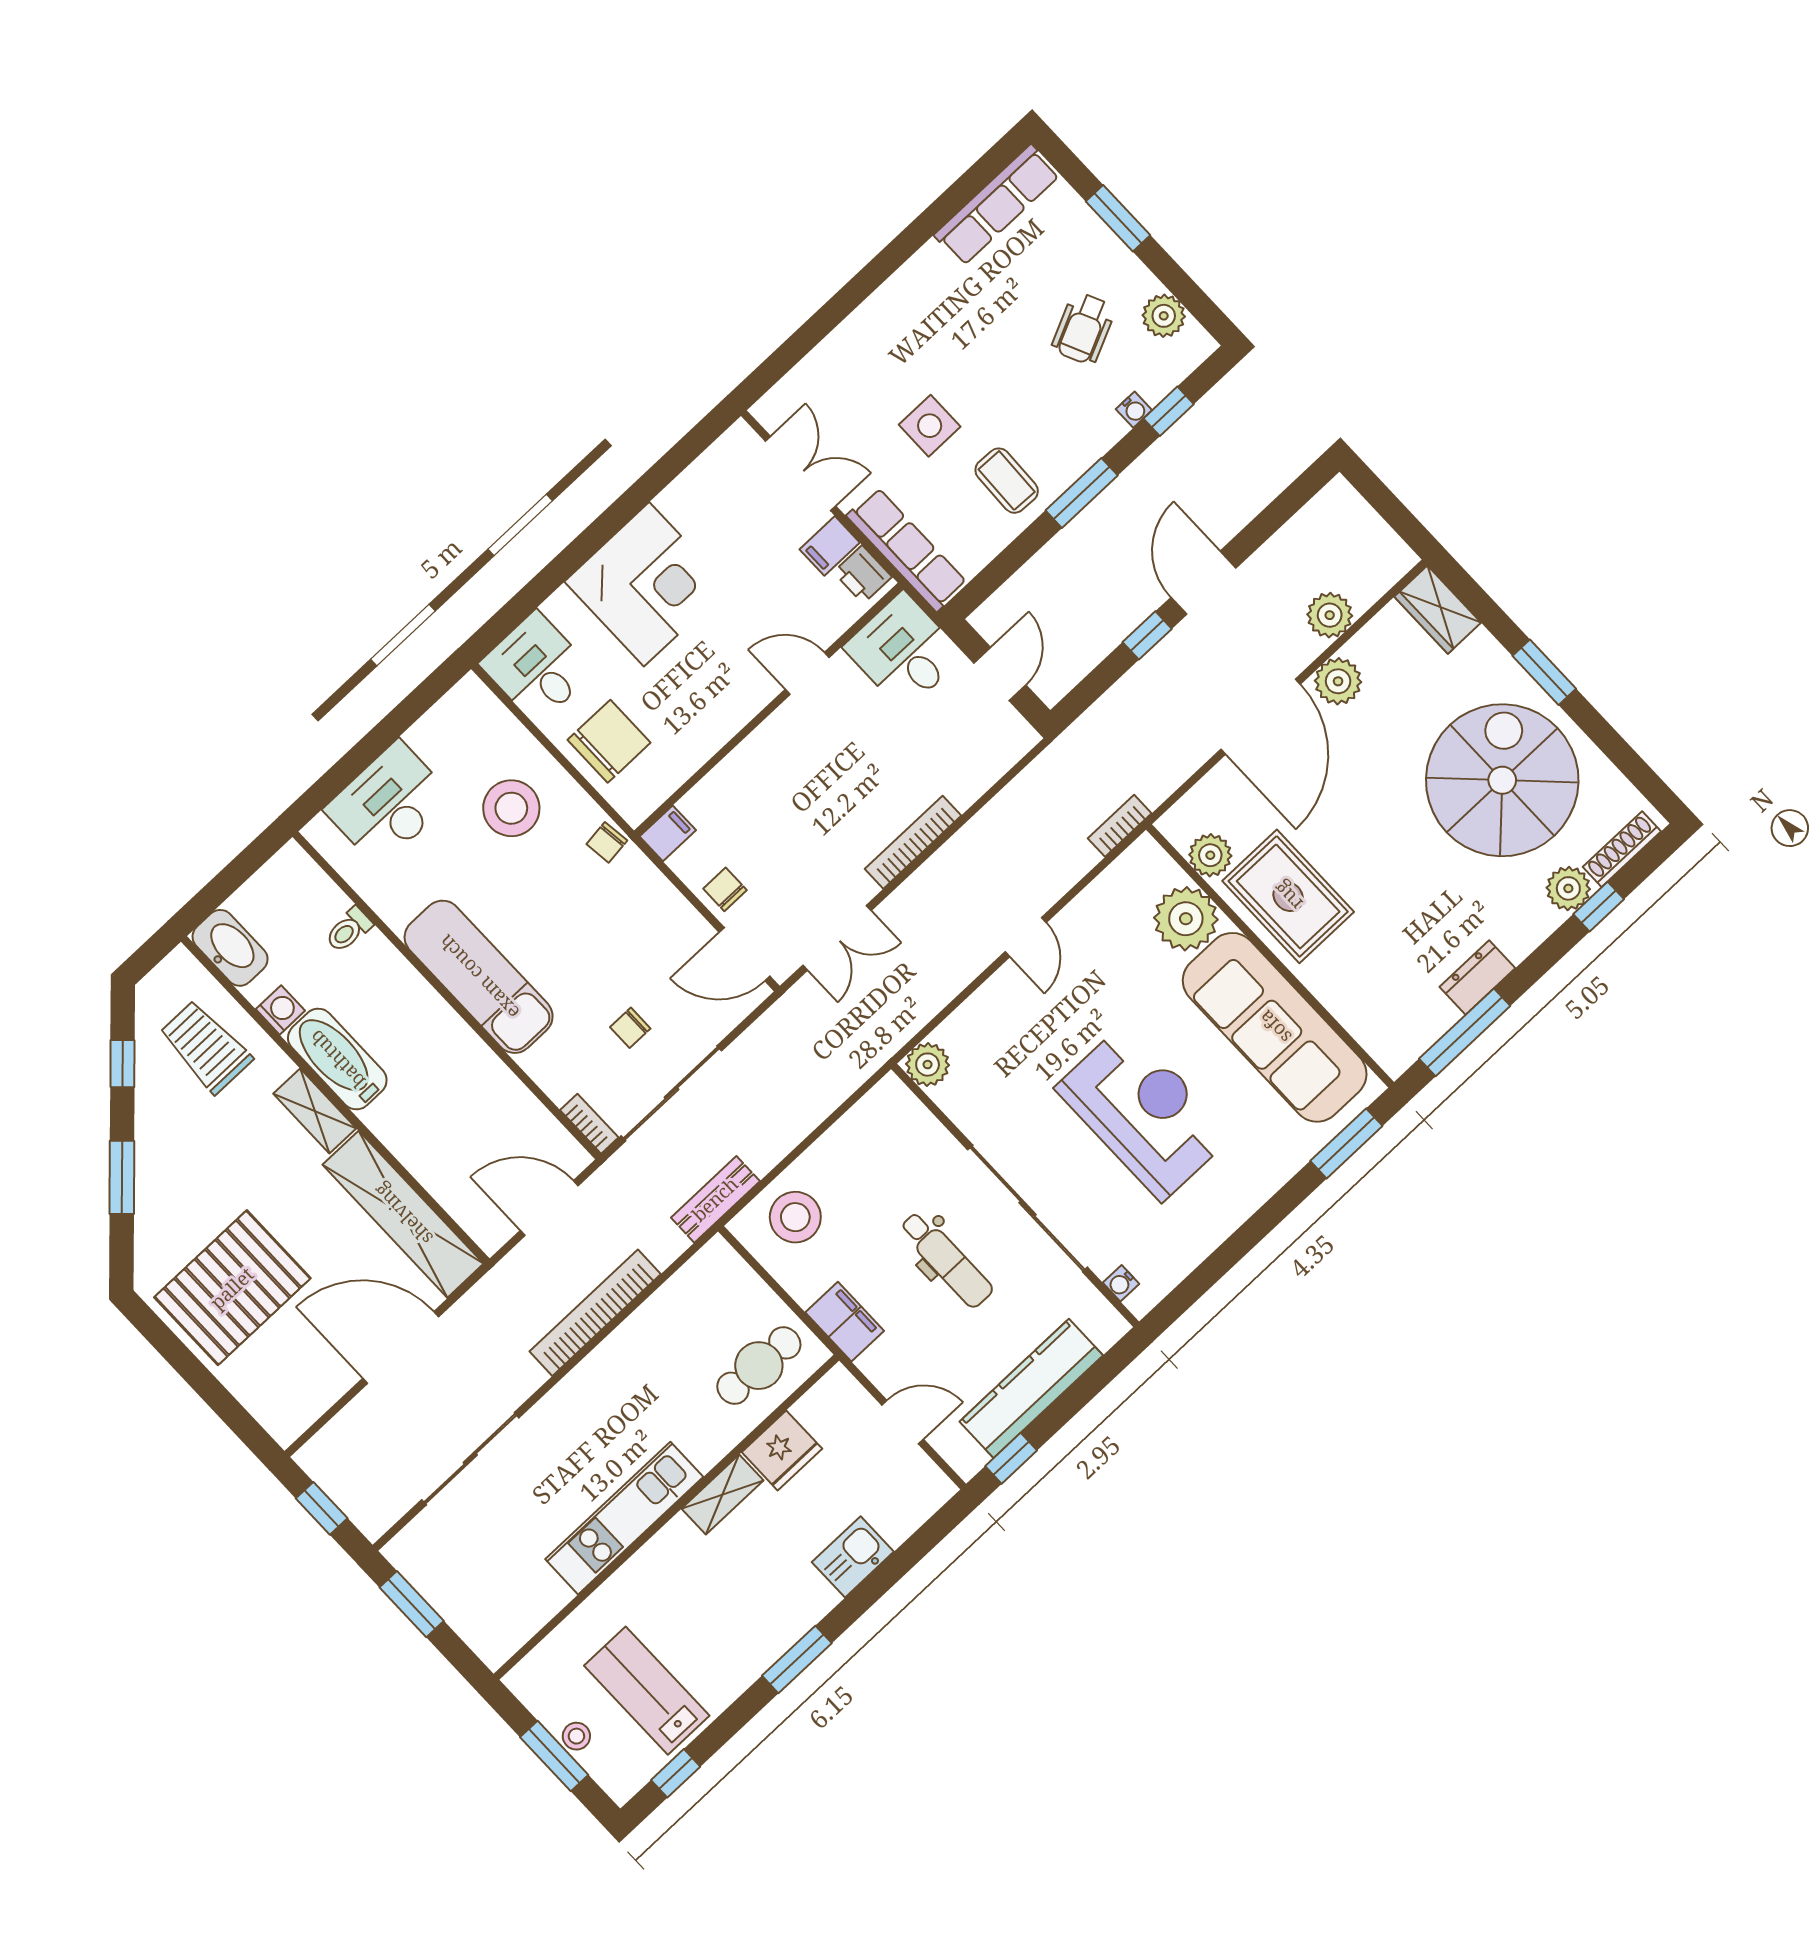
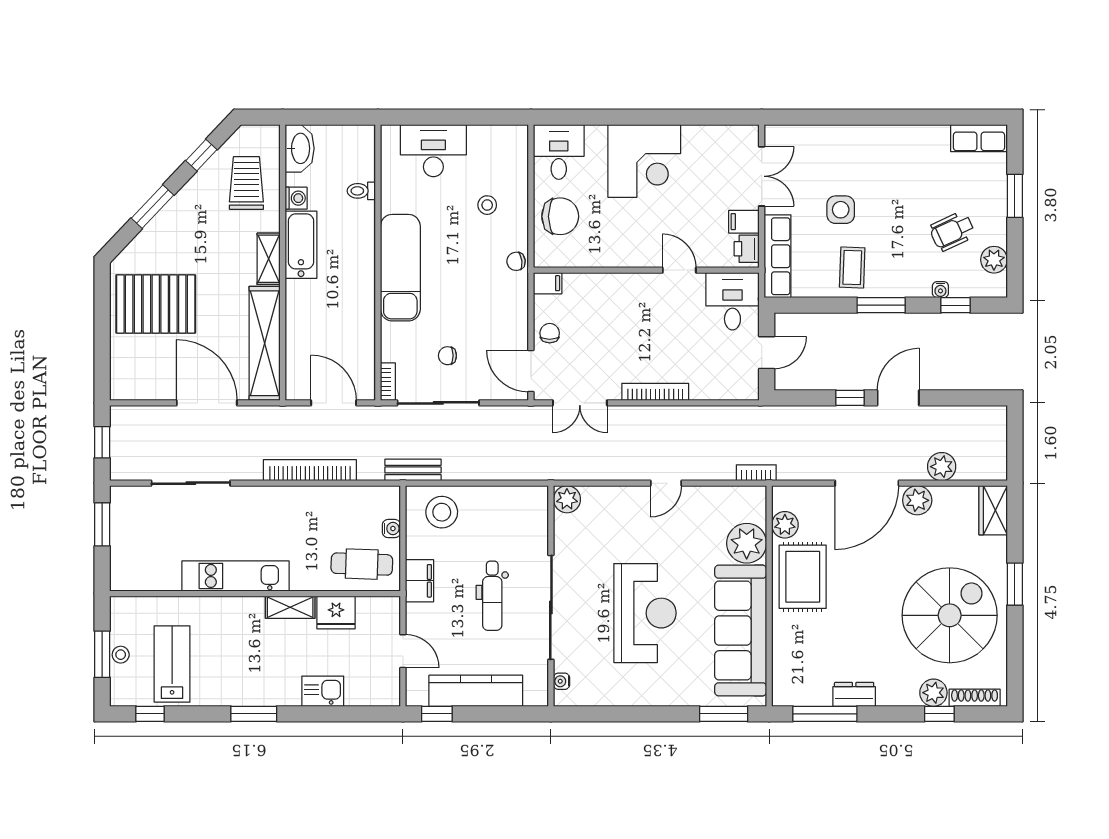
row of seats: (997, 205) -> (979, 138), width x0.68
stool: (511, 808) -> (487, 205), width x0.53, depth x0.53
water cooler: (755, 1291) -> (391, 529), added

